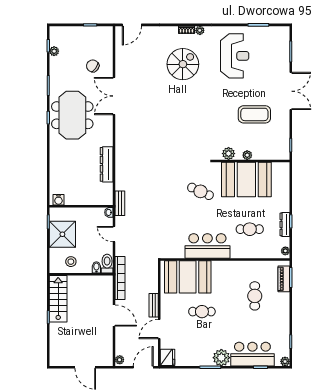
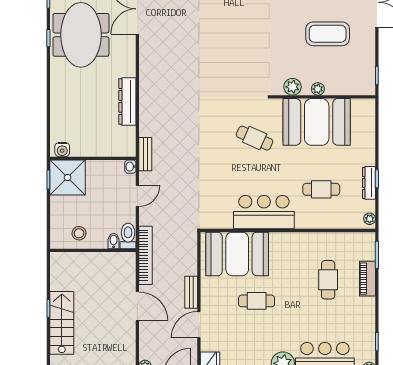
shower: (62, 234) -> (68, 177), moved
door: (114, 234) -> (137, 196), swing flipped
piano: (284, 279) -> (368, 279), moved
stairs: (58, 299) -> (62, 323), moved

